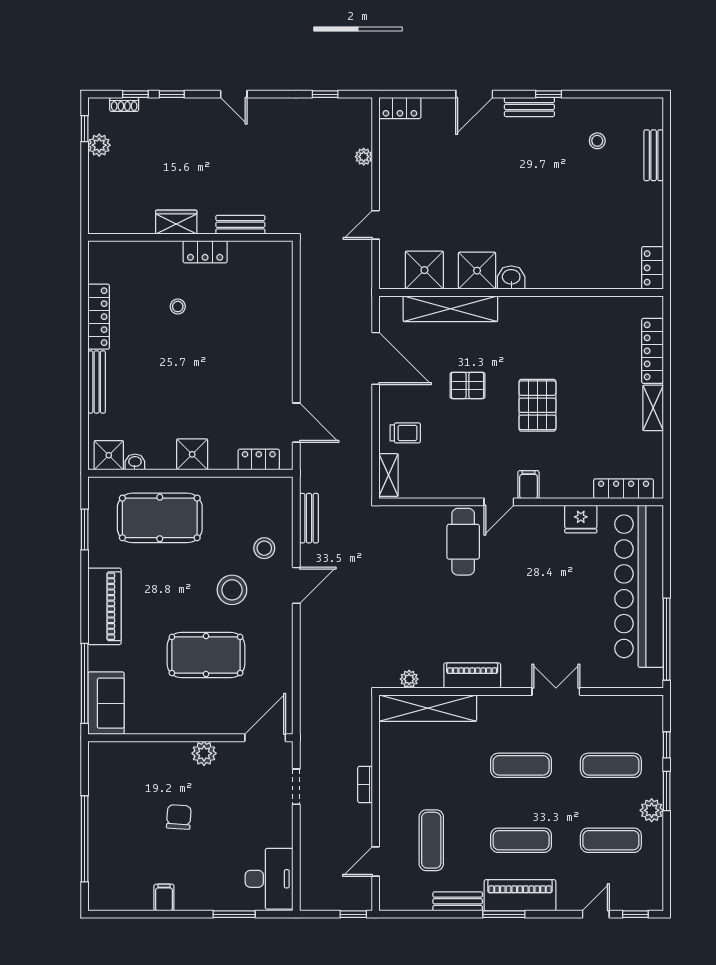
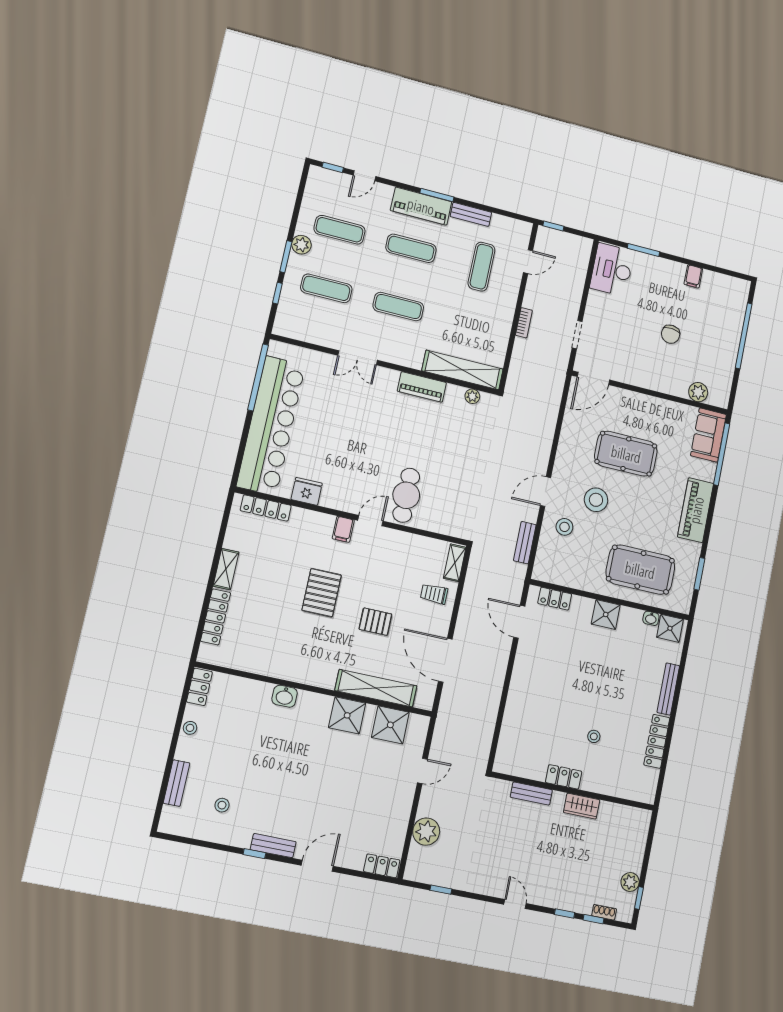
plant: (364, 157) -> (426, 832), width x1.88, depth x1.88
stool: (653, 220) -> (190, 728), added
washbasin: (511, 277) -> (285, 696), moved
plant: (204, 753) -> (698, 392), moved

